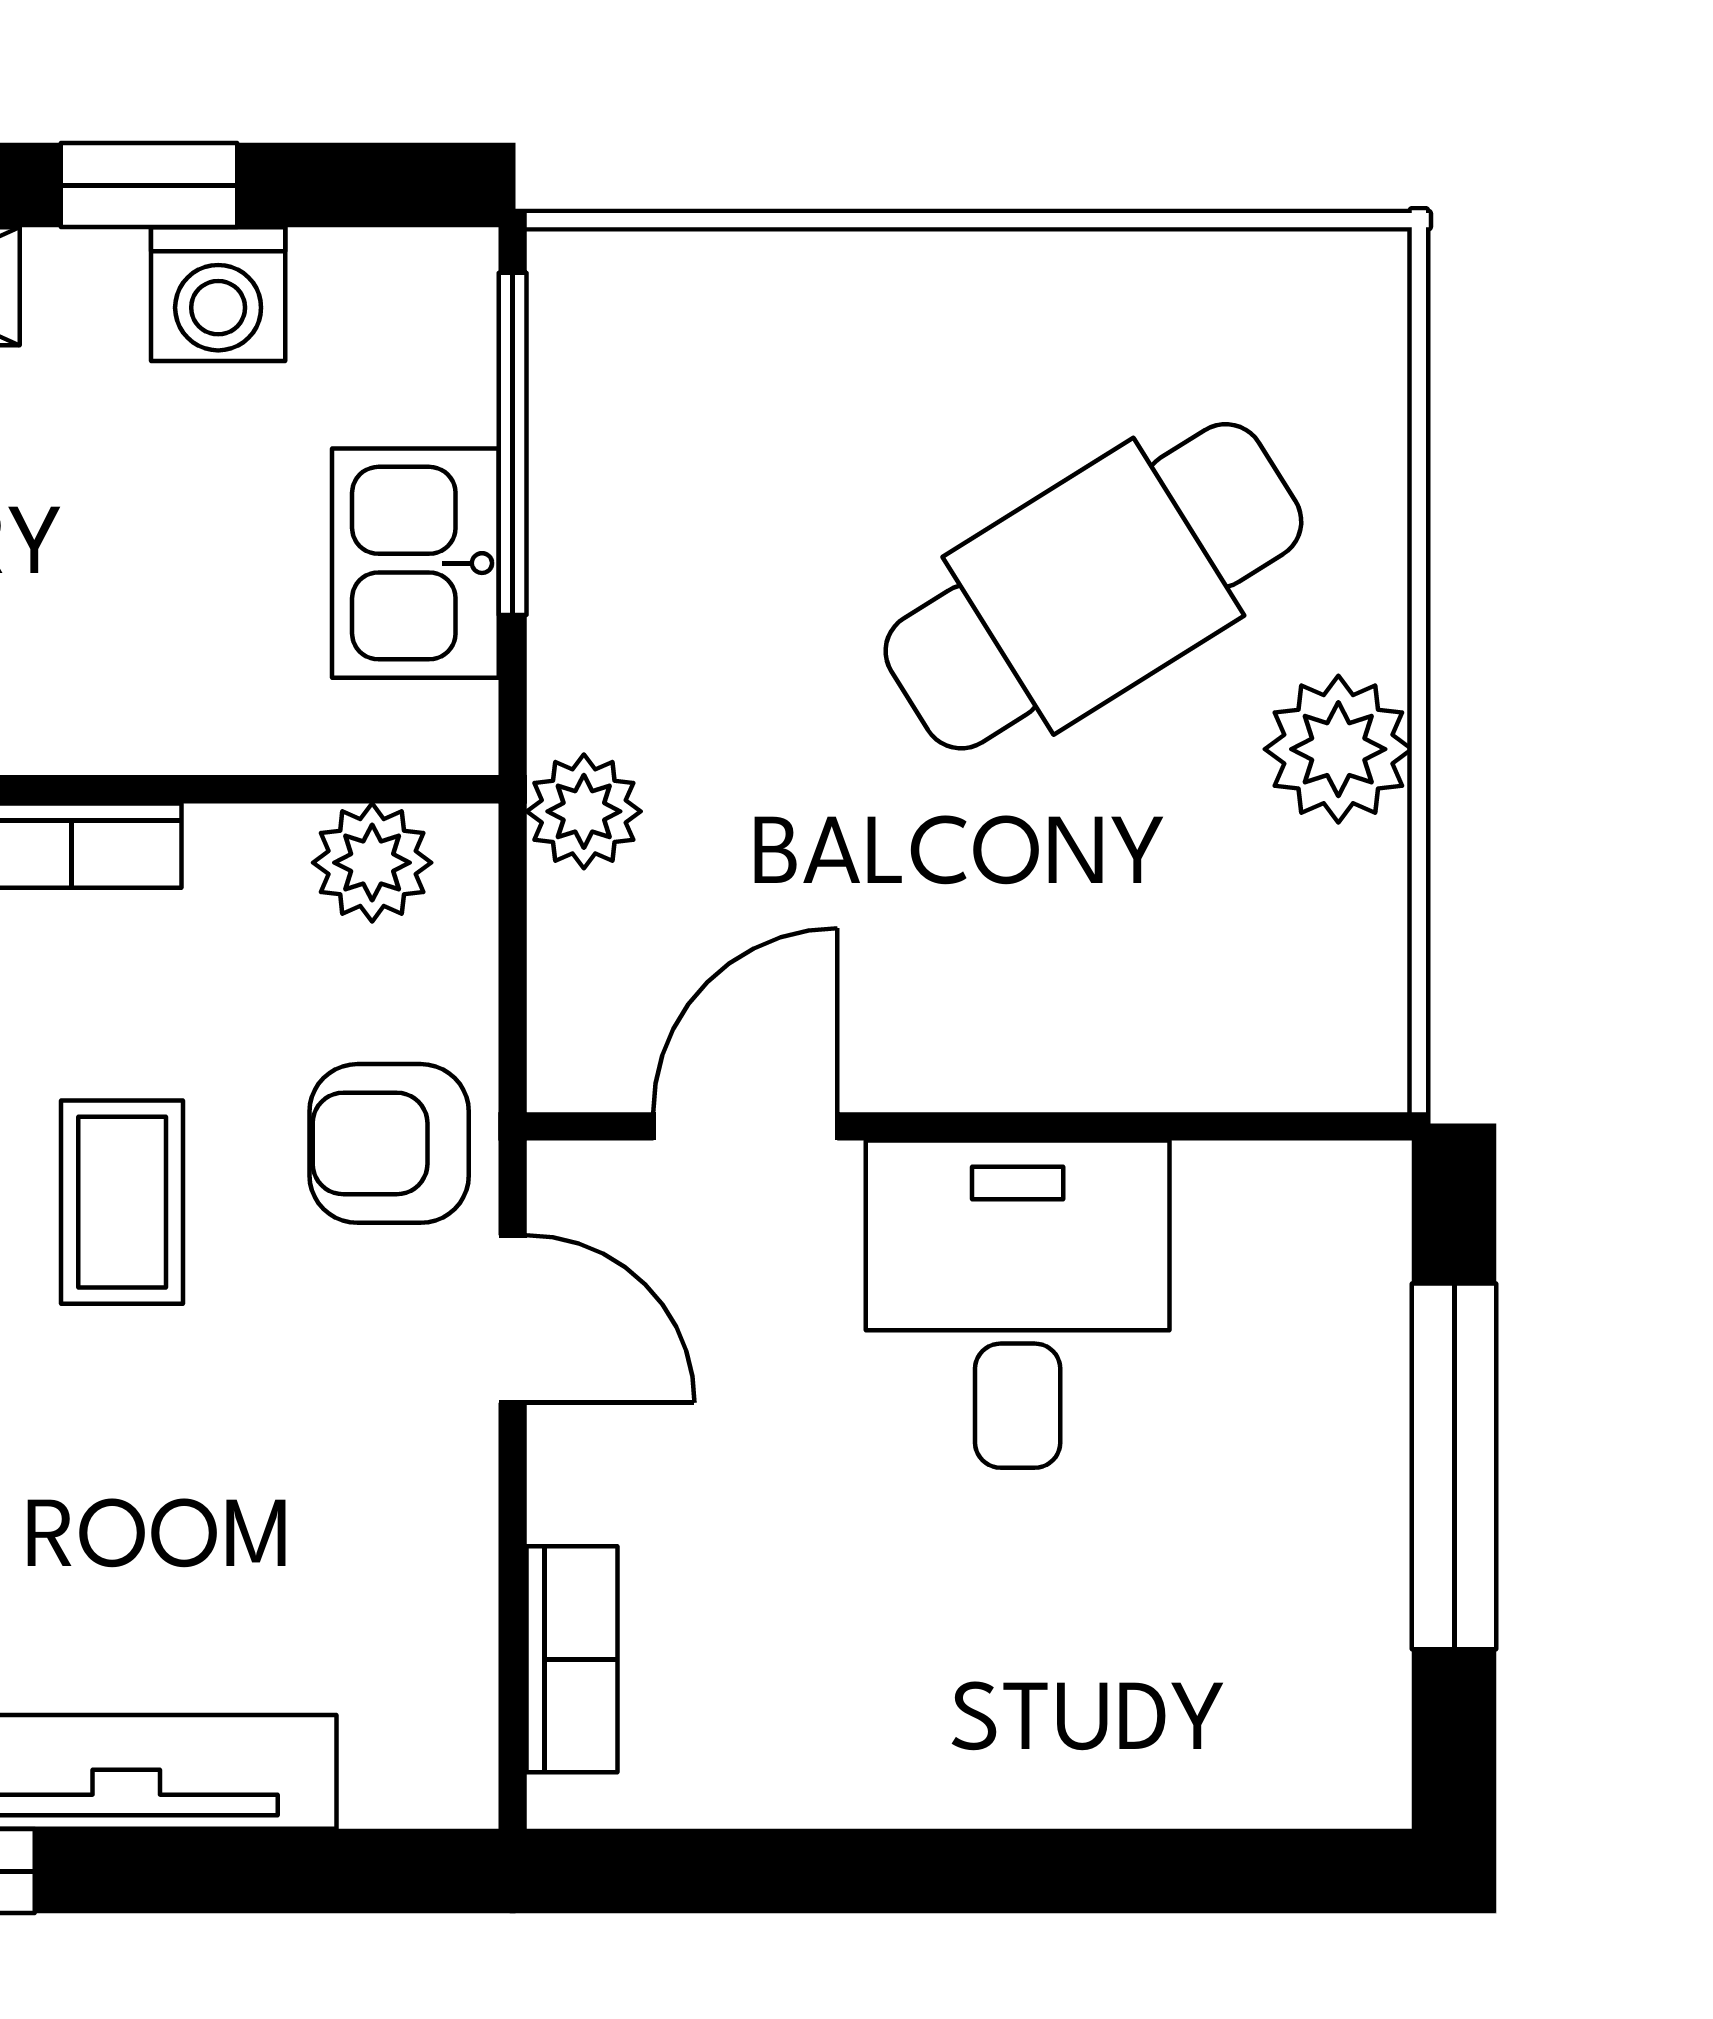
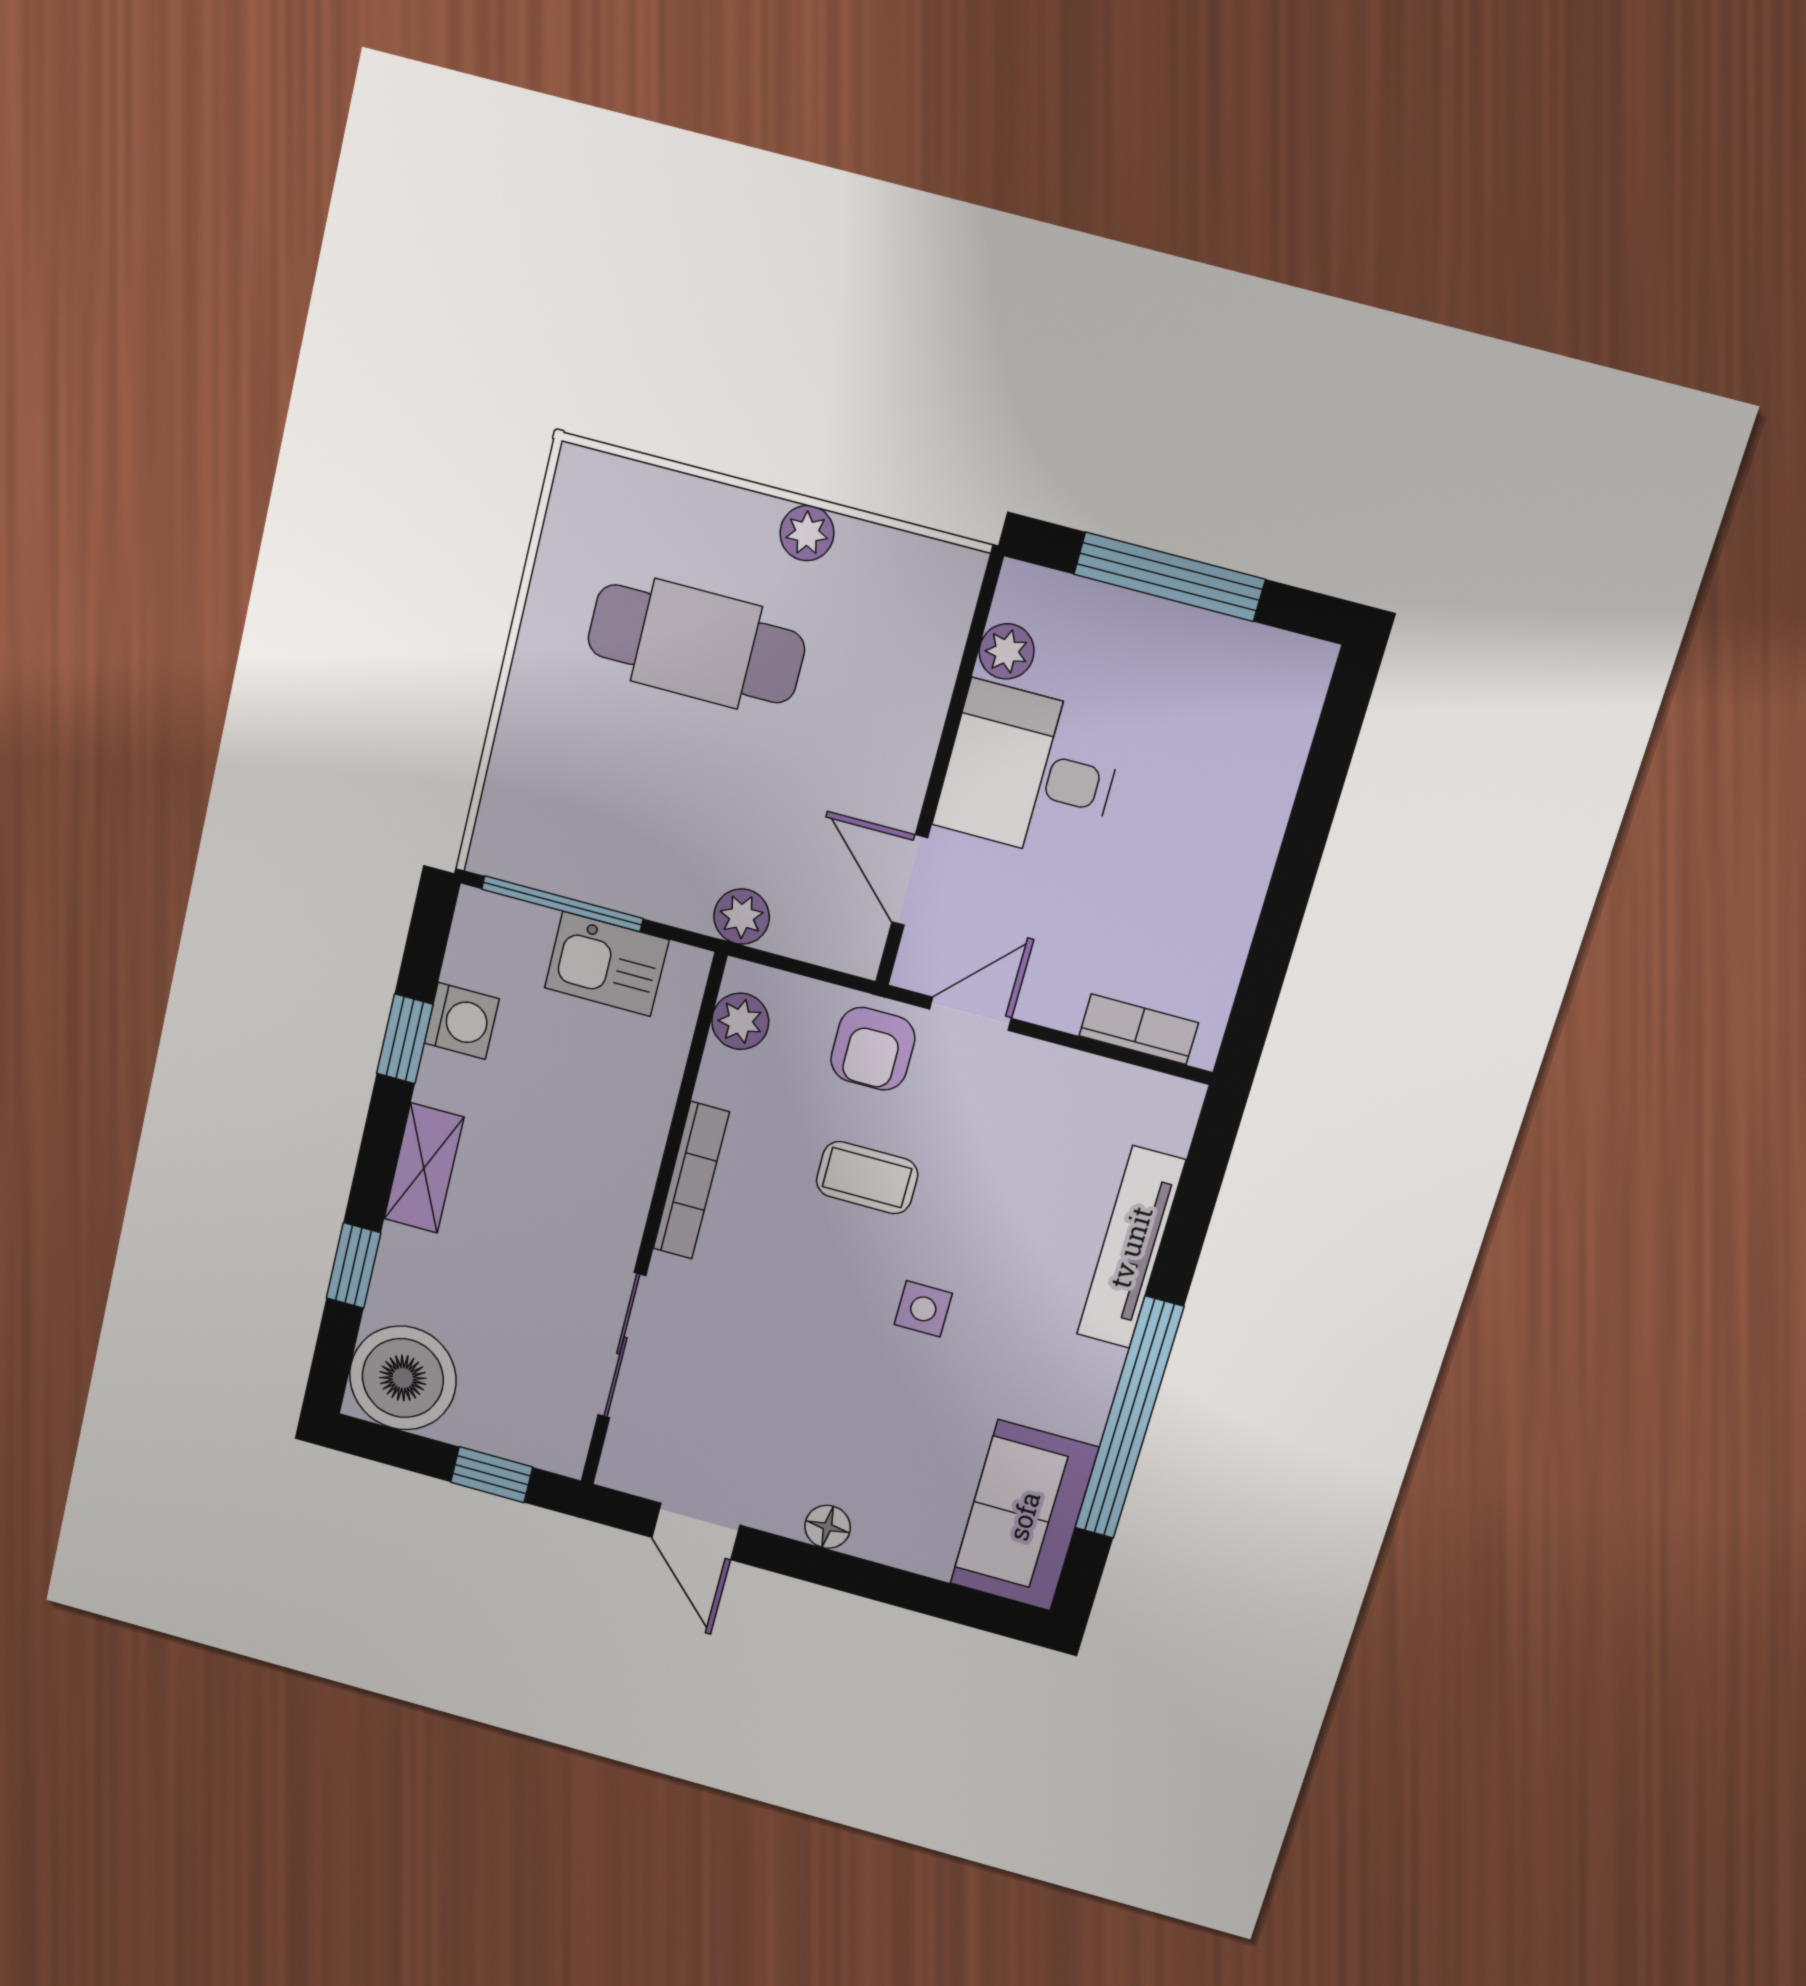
cafe table: (1093, 586) -> (696, 644), turned -58
plant: (1338, 749) -> (807, 533), width x0.73, depth x0.73
plant: (1235, 1195) -> (1007, 651), added

